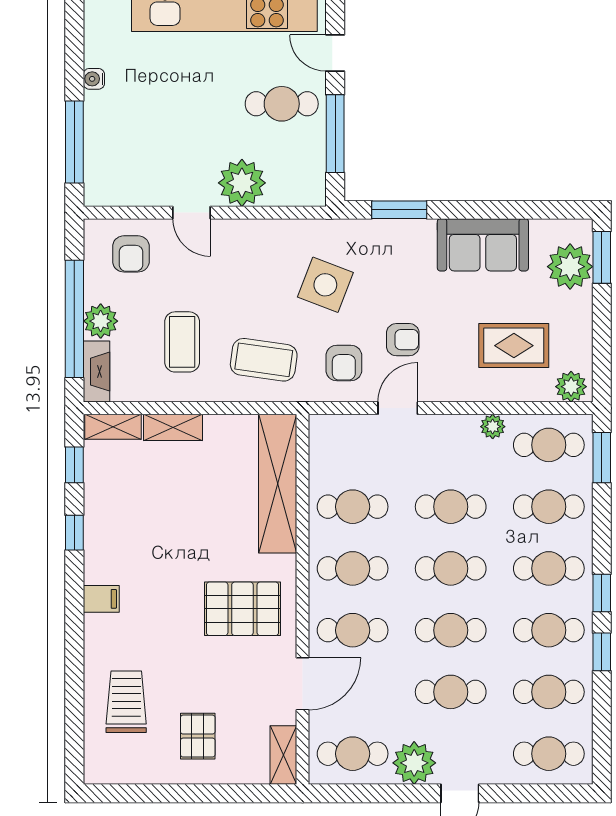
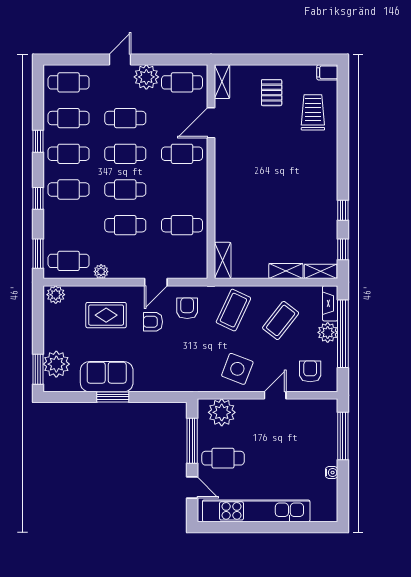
plant: (242, 183) -> (222, 412), moved
window: (399, 210) -> (113, 397), moved
door: (192, 213) -> (275, 395), hinge flipped
side table: (325, 285) -> (237, 369), moved
coffee table: (182, 342) -> (281, 320), turned 38
rug: (514, 346) -> (106, 315), moved
coffee table: (264, 360) -> (233, 310), turned -73
shelving: (278, 484) -> (223, 260), width x0.45, depth x0.75
cafe table: (549, 507) -> (69, 225), removed
cafe table: (353, 568) -> (182, 189), removed
window: (602, 593) -> (38, 198), moved
filing cabinet: (101, 599) -> (327, 72), moved
pallet: (242, 609) -> (246, 166), removed
trolley: (126, 702) -> (313, 112), turned 180

